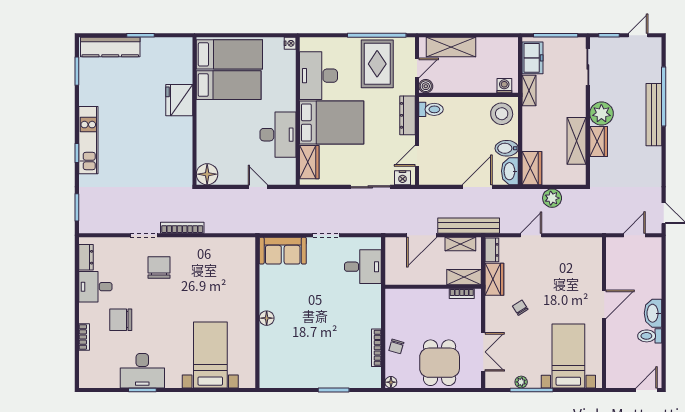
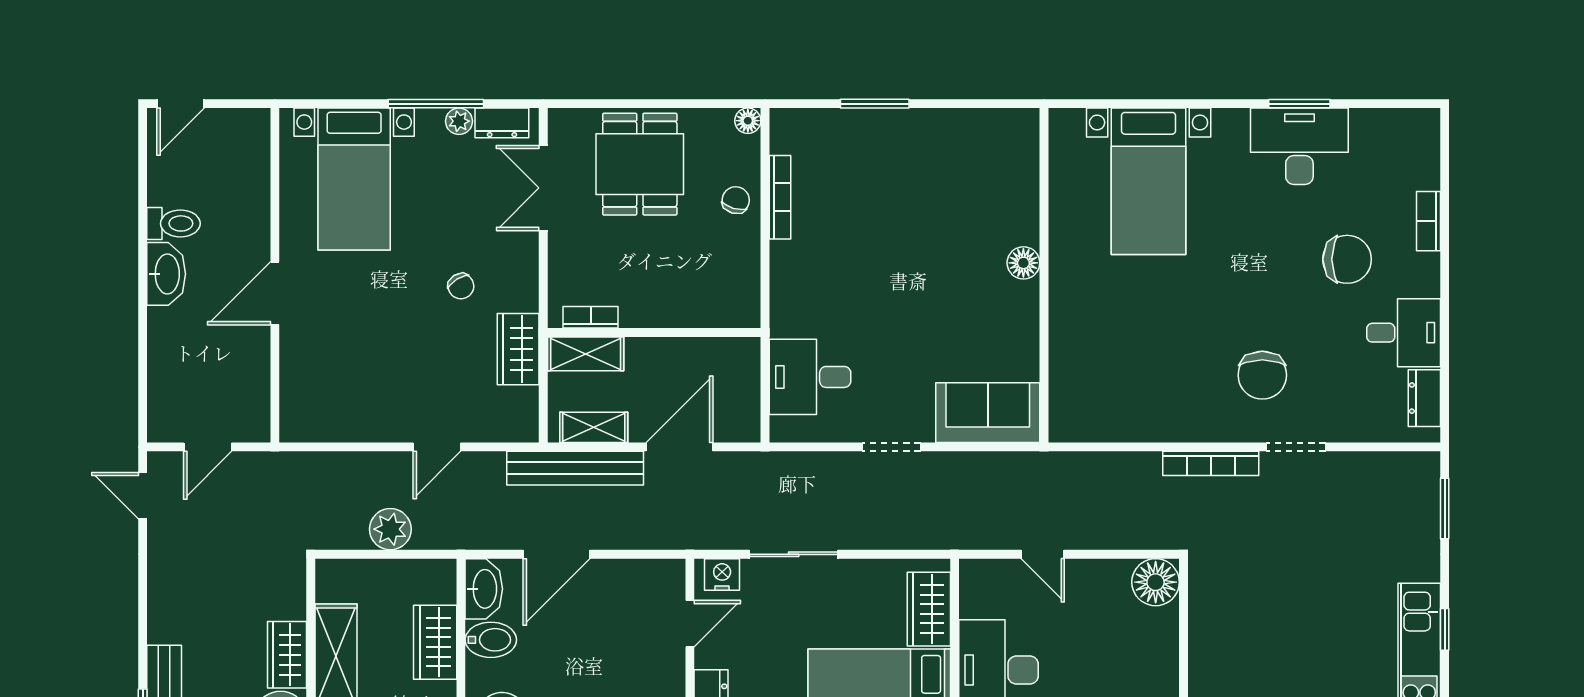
wardrobe: (532, 168) -> (435, 642), moved
dresser: (492, 250) -> (502, 123), moved, turned -90

